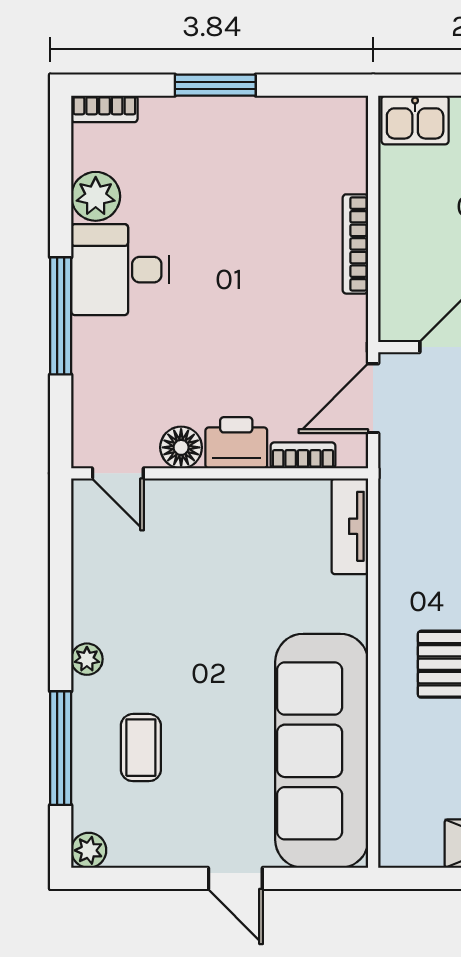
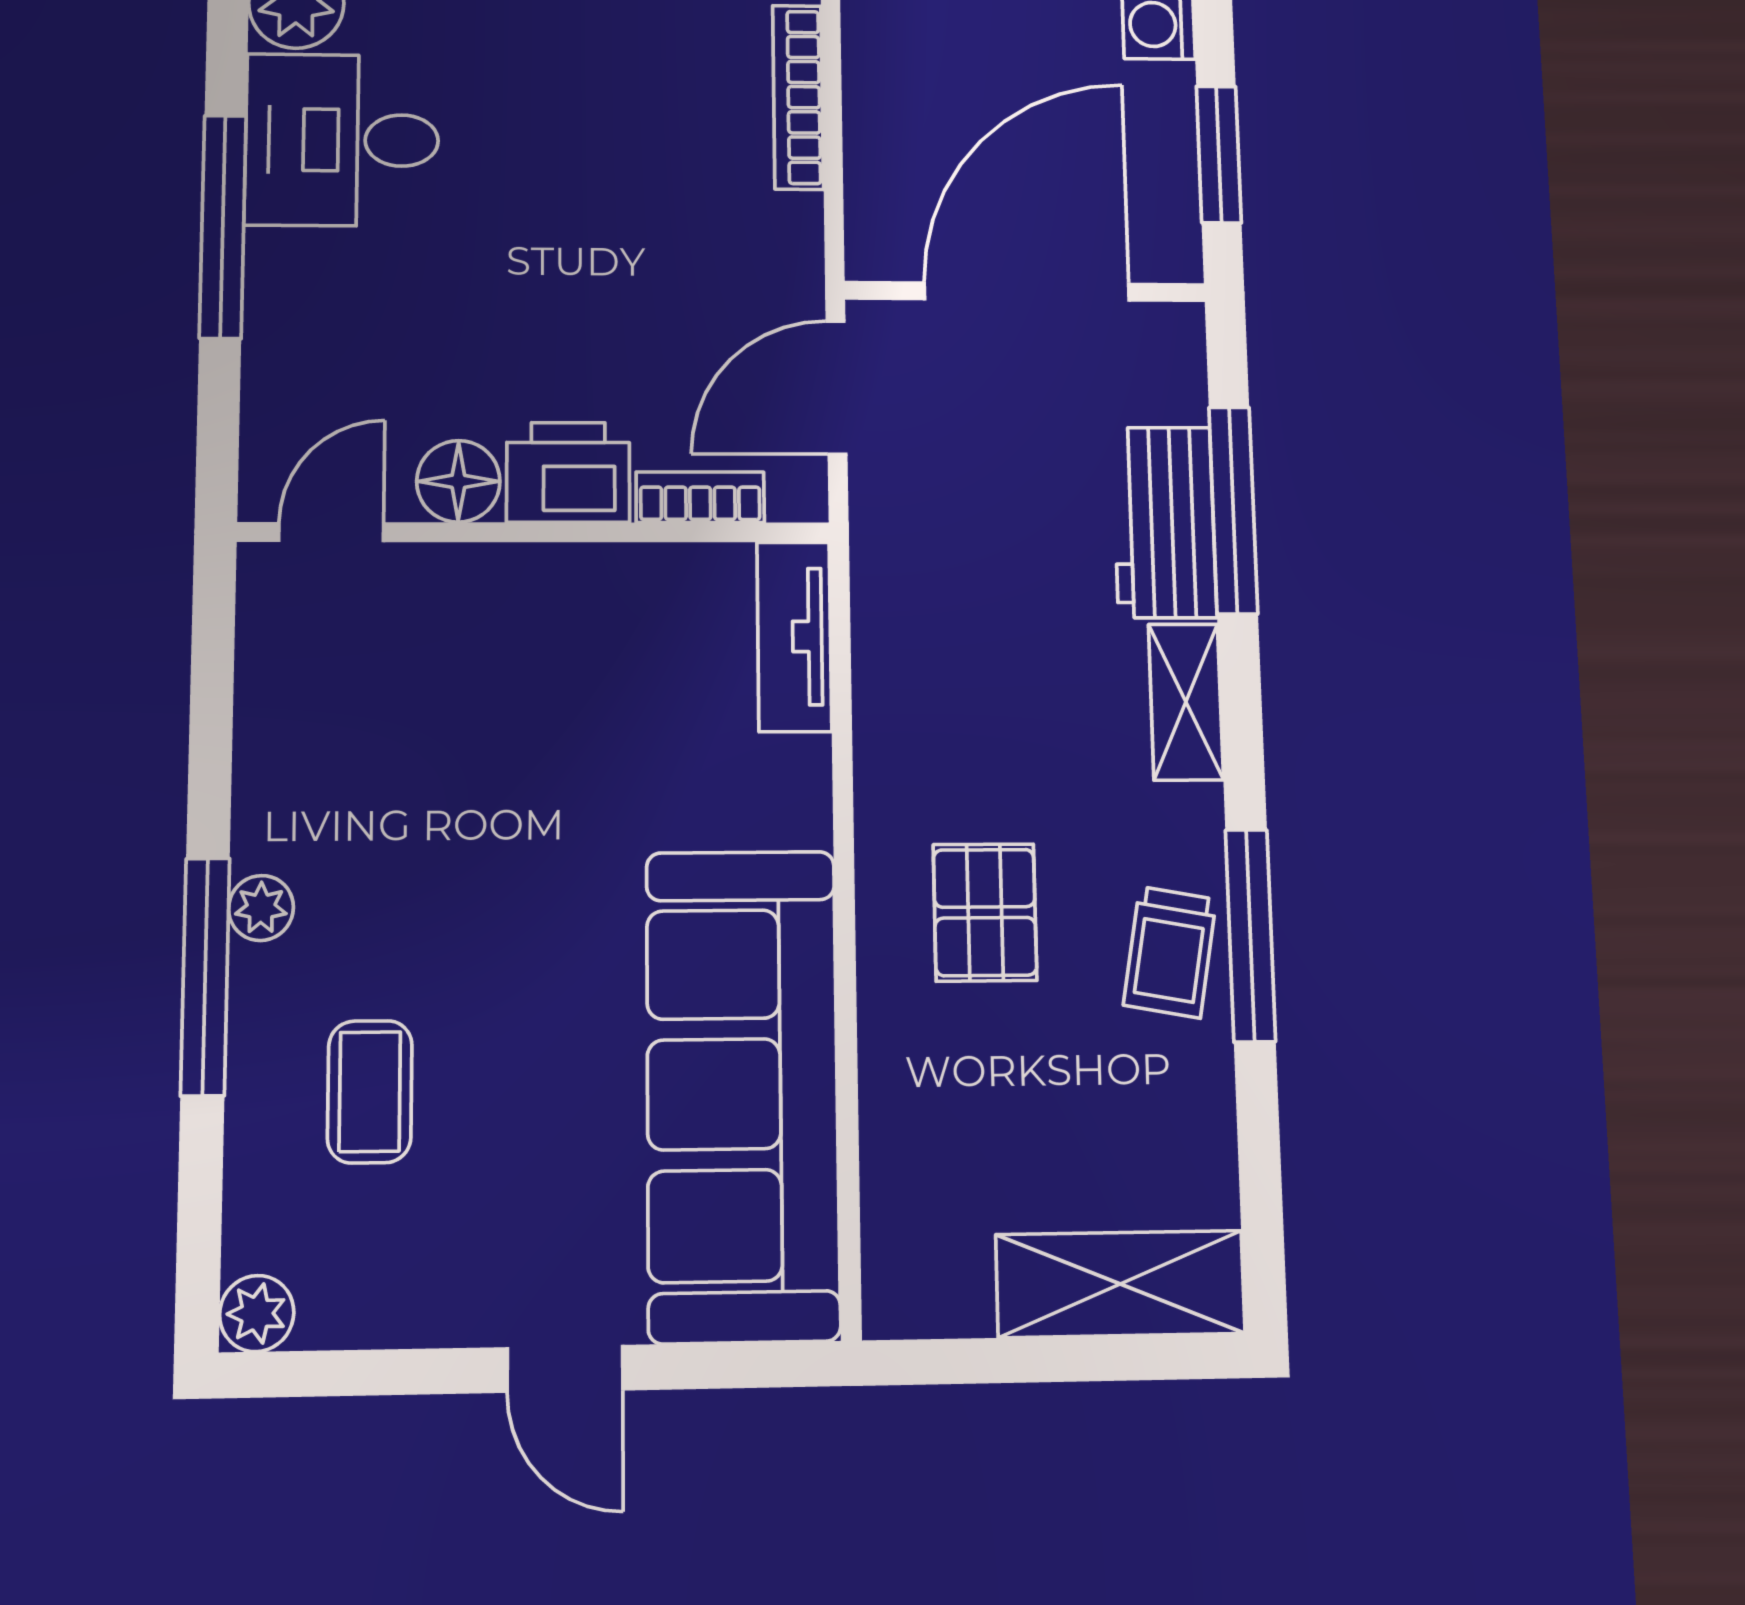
door: (118, 473) -> (331, 532), swing flipped
window: (61, 748) -> (205, 976), moved

